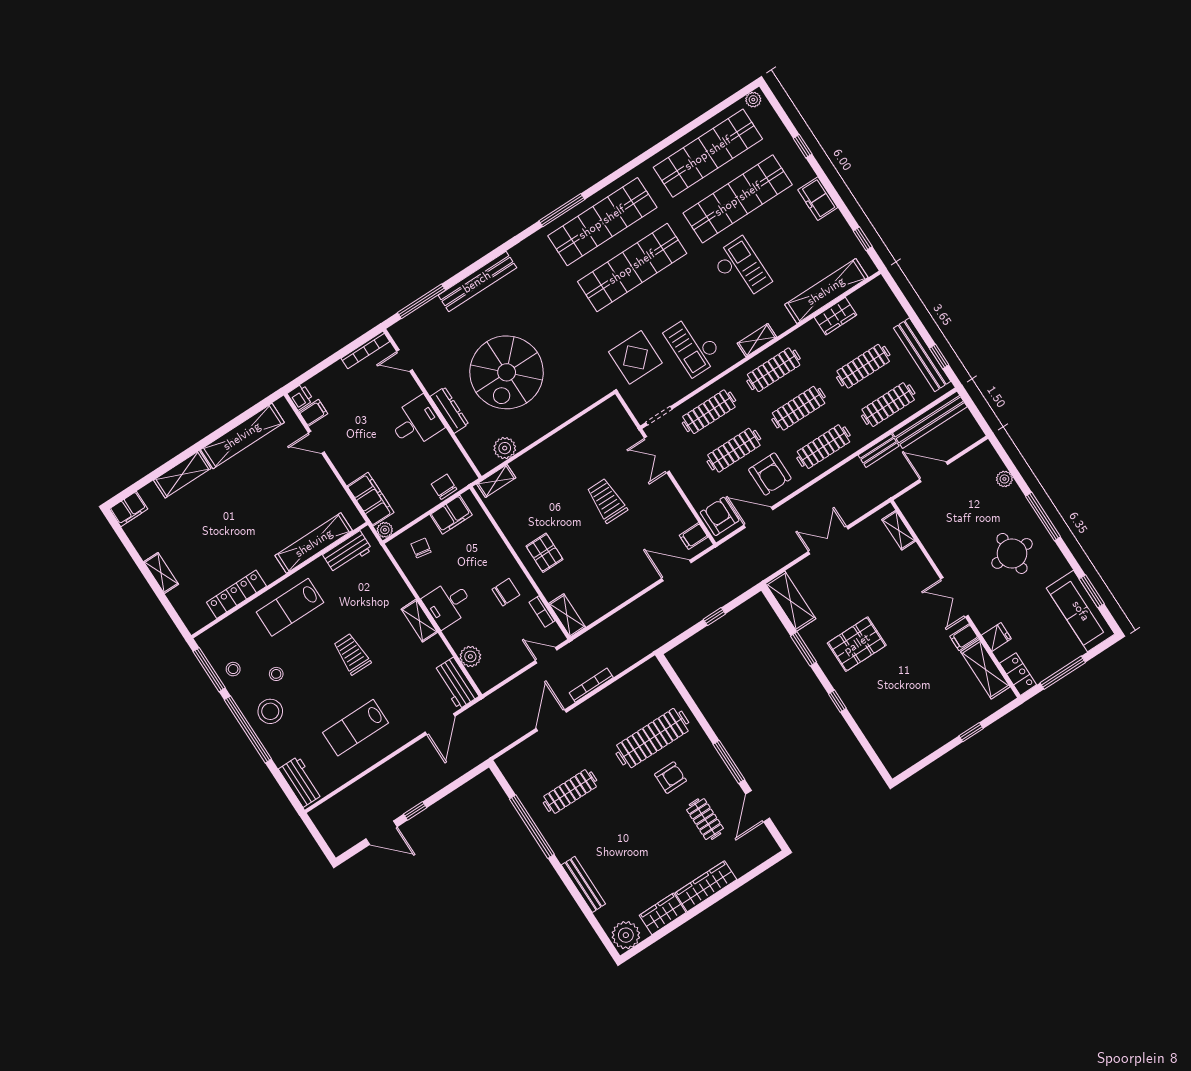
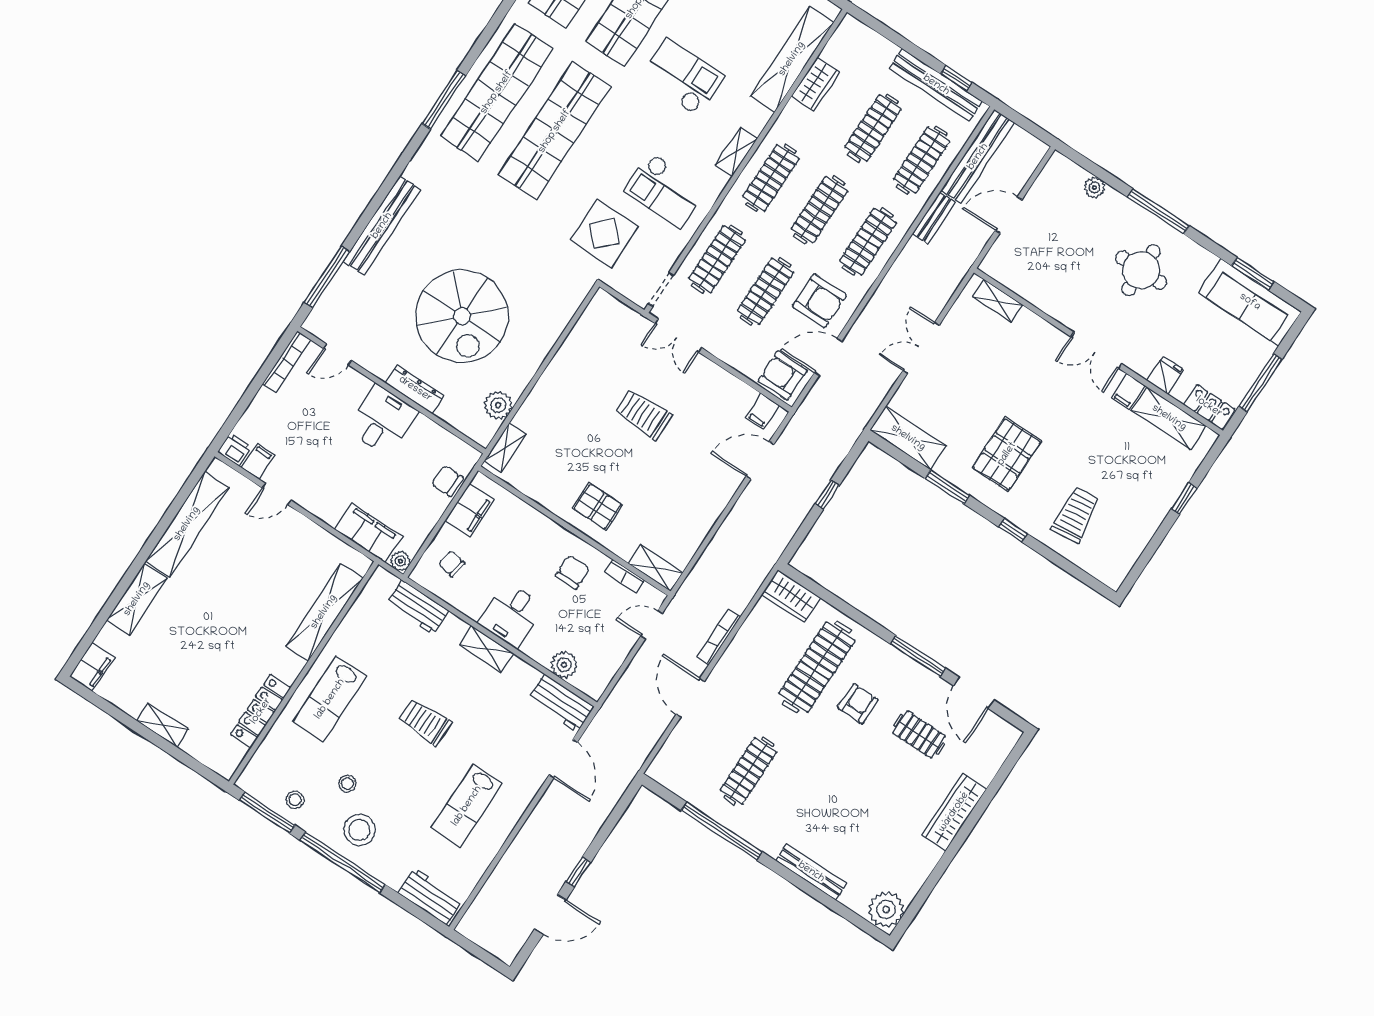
workbench: (347, 552) -> (418, 607), moved, turned 90
trolley: (887, 710) -> (1076, 515), added
wardrobe: (663, 914) -> (791, 596), moved, turned -90

